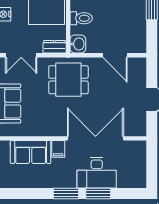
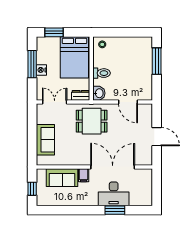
double door: (21, 55) -> (55, 102), swing flipped
window: (66, 193) -> (90, 210), removed

